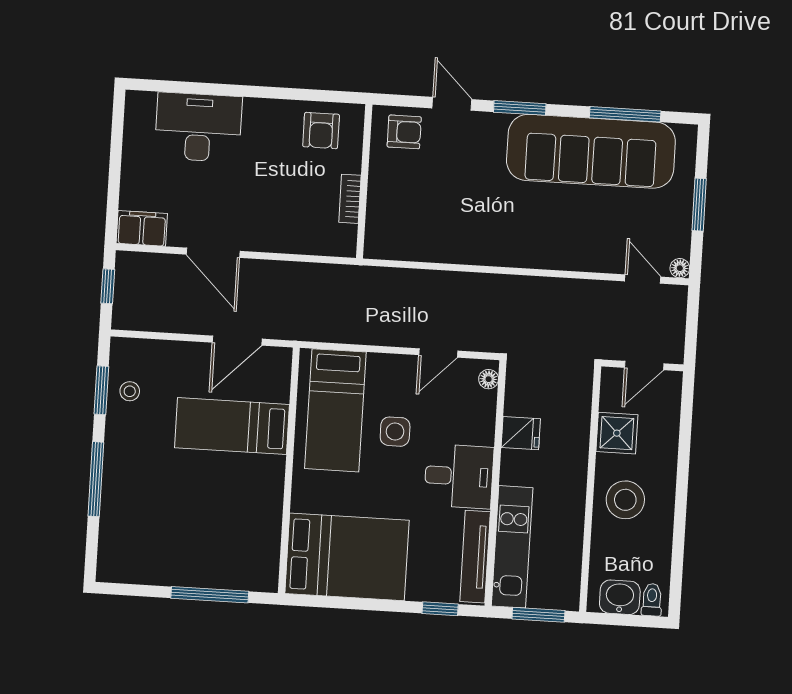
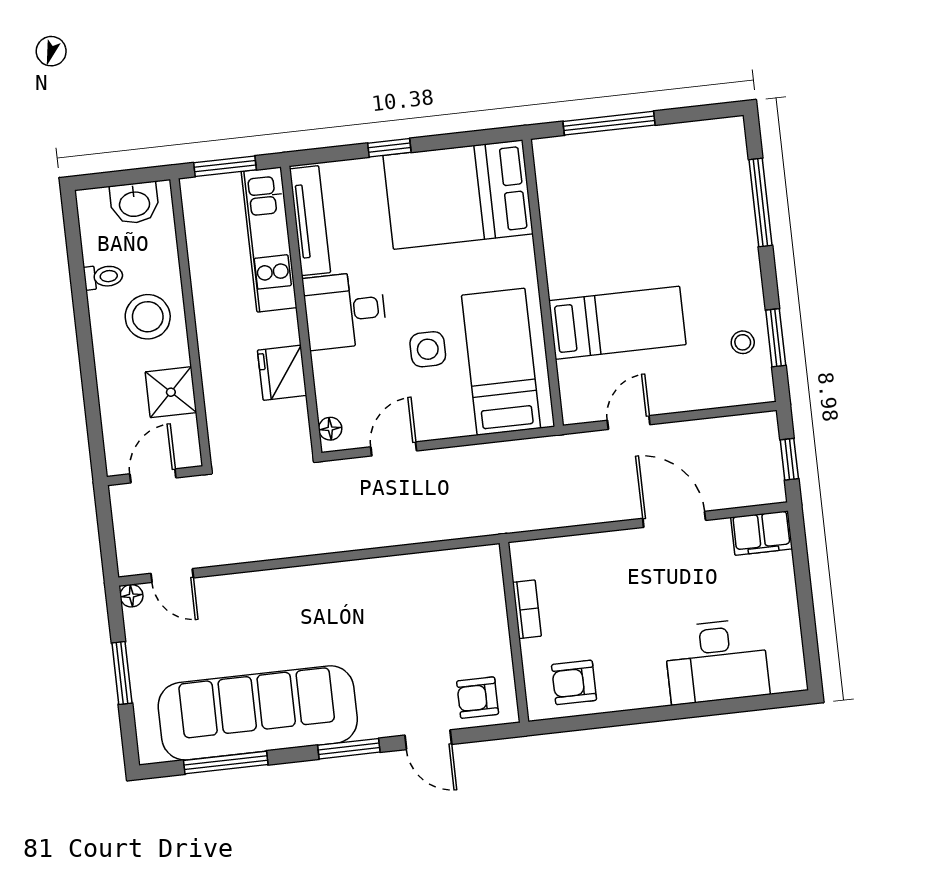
armchair: (321, 131) -> (574, 682), turned -90
door: (237, 341) -> (629, 423), width x0.73
fridge: (521, 433) -> (282, 373), width x1.38
window: (96, 479) -> (761, 202), moved
toilet: (652, 600) -> (103, 277), moved, turned -90
window: (440, 609) -> (389, 148), moved

